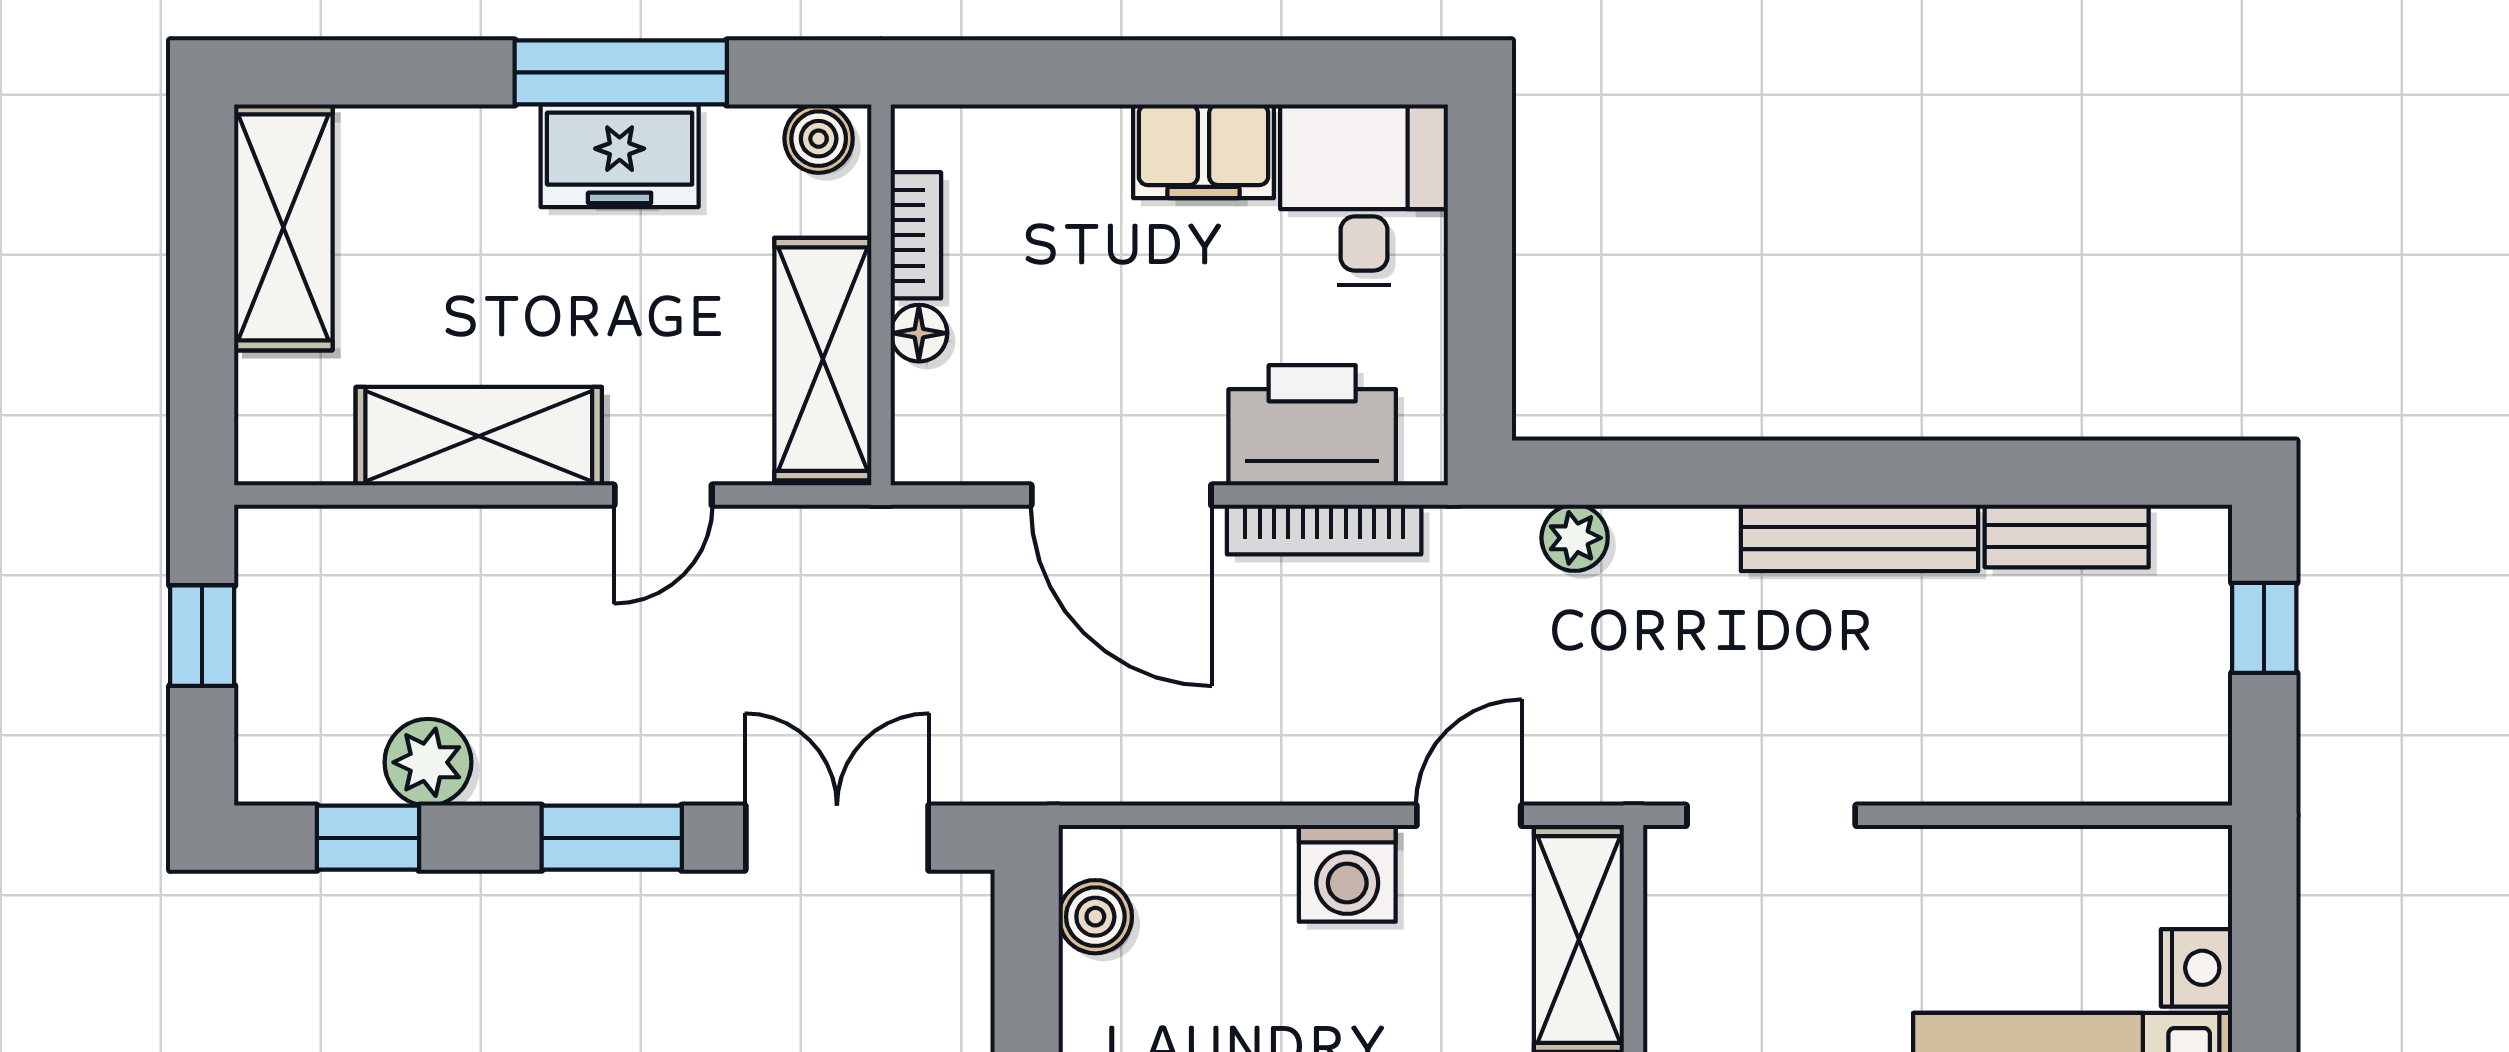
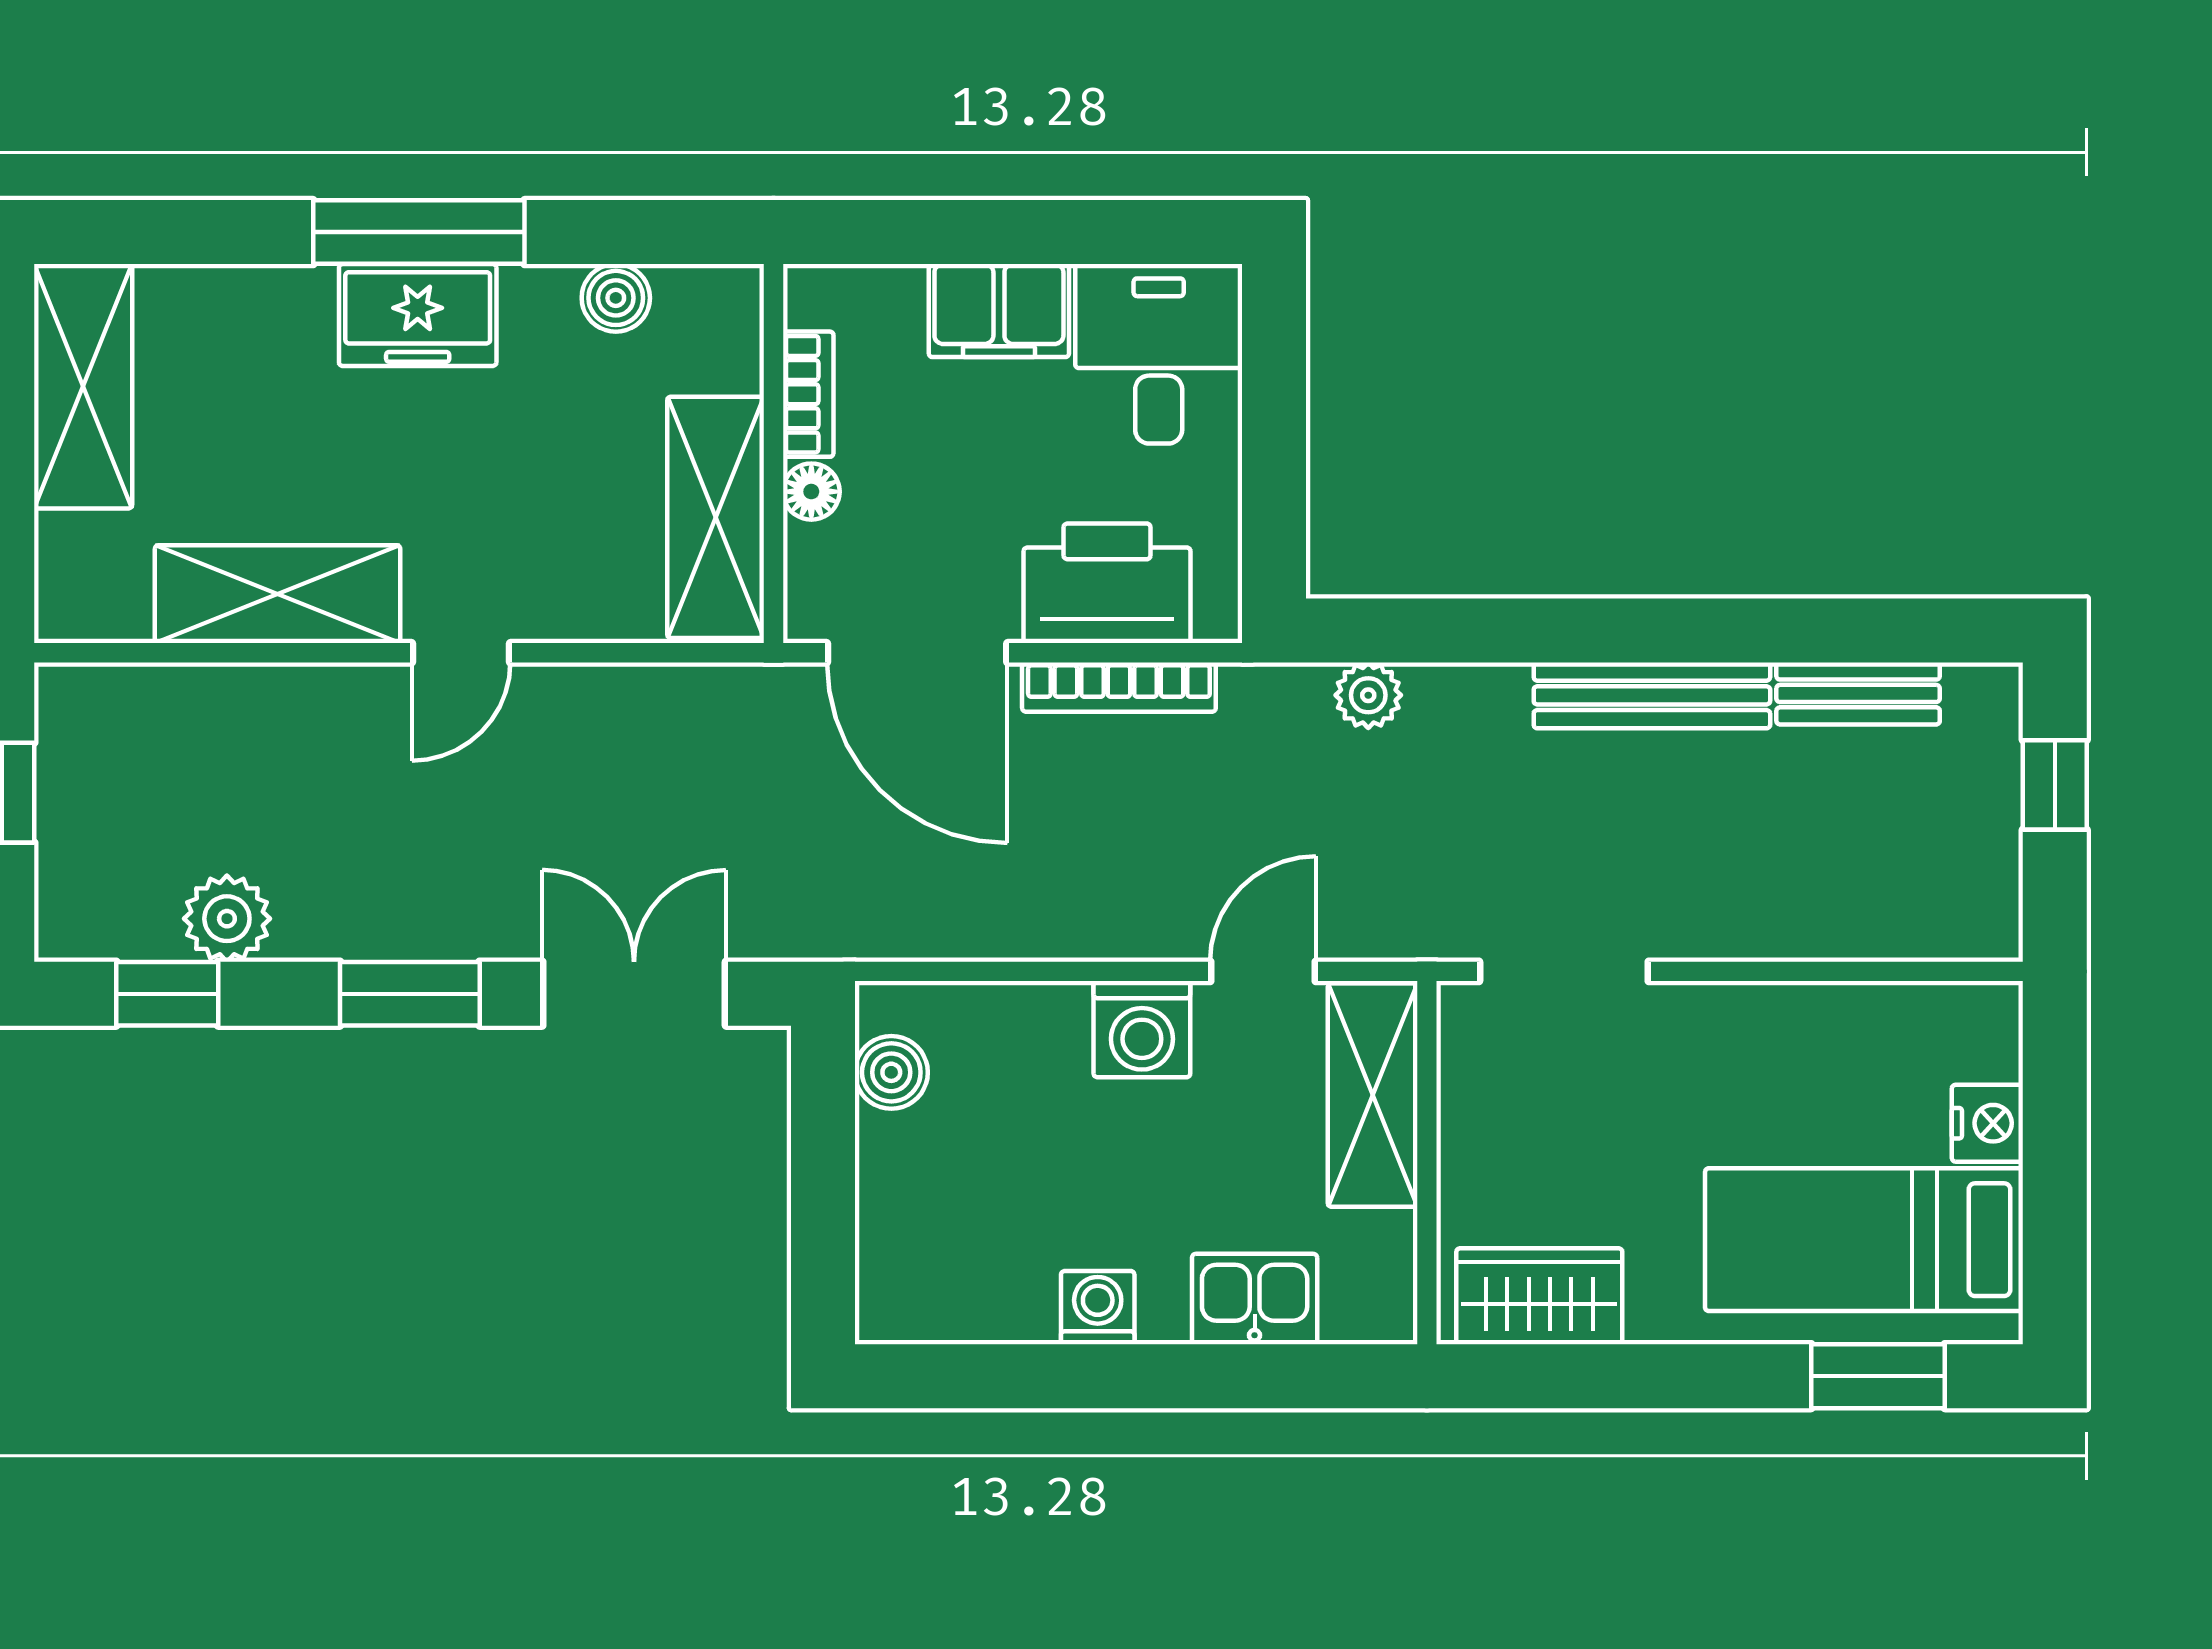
bookcase: (916, 235) -> (808, 394), moved
wall: (881, 295) -> (774, 454), moved
floor lamp: (919, 333) -> (811, 492), moved
shelving: (823, 359) -> (716, 517), moved

